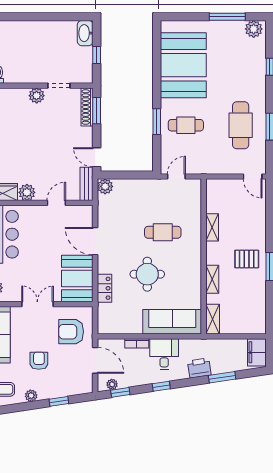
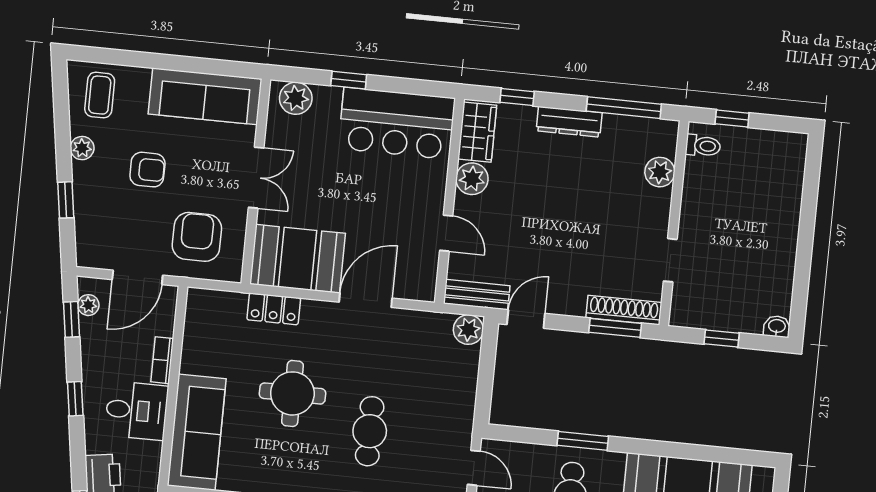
washbasin: (85, 33) -> (777, 327), width x0.52, depth x0.69
plant: (37, 96) -> (660, 172), moved

